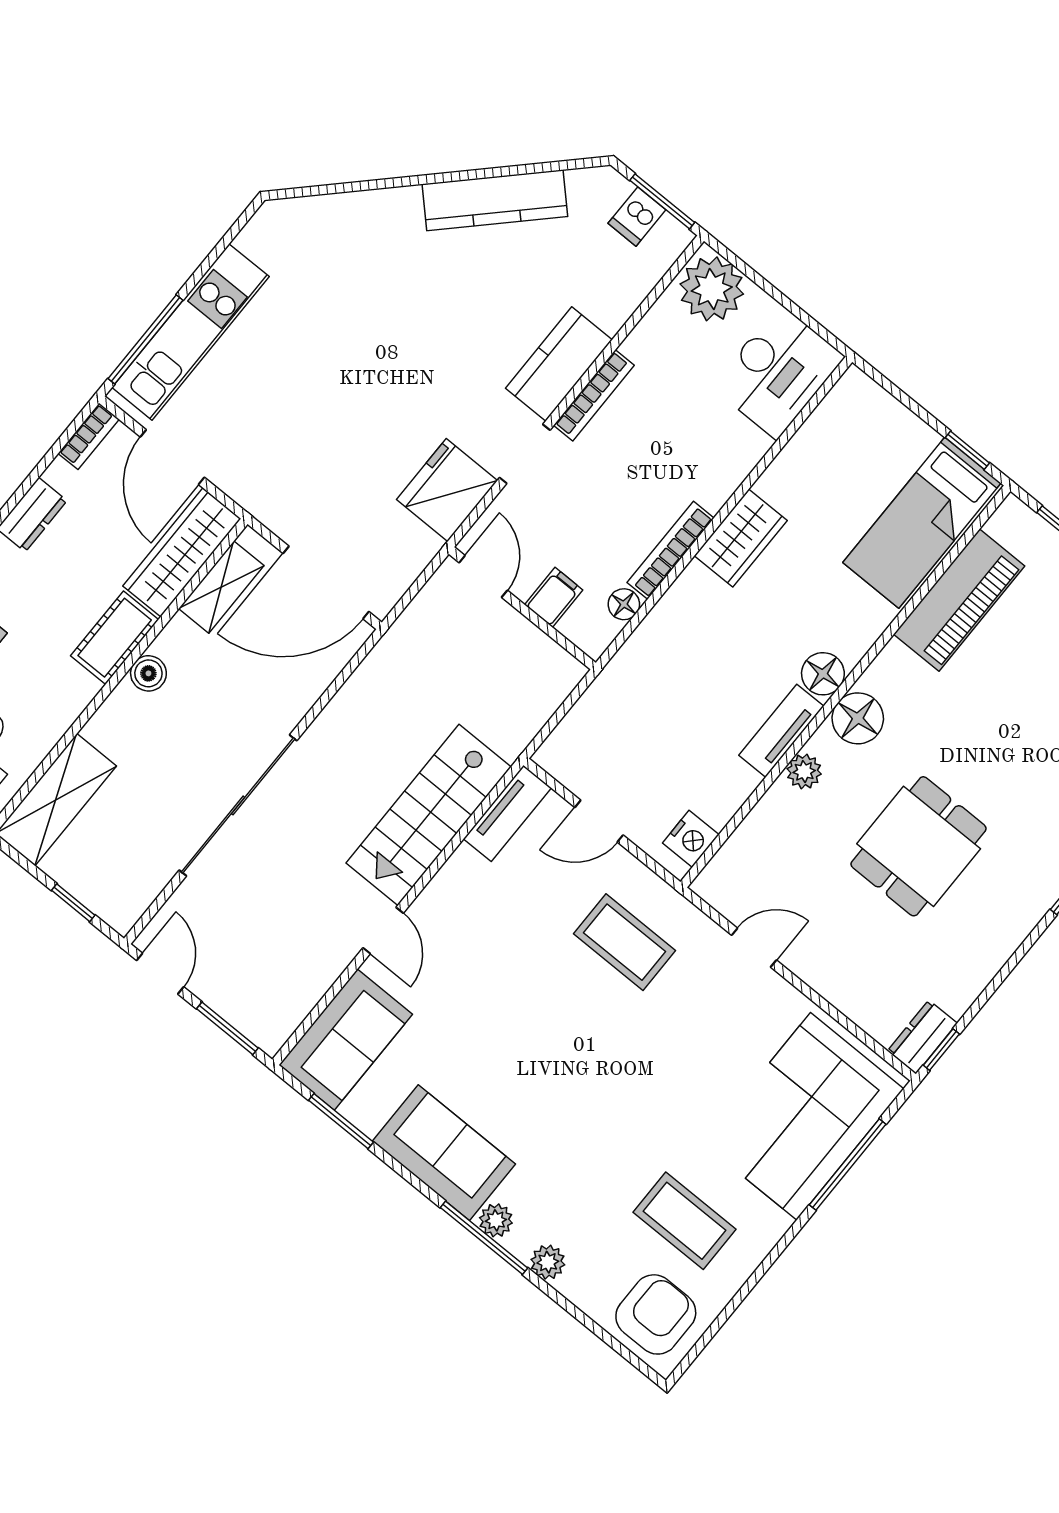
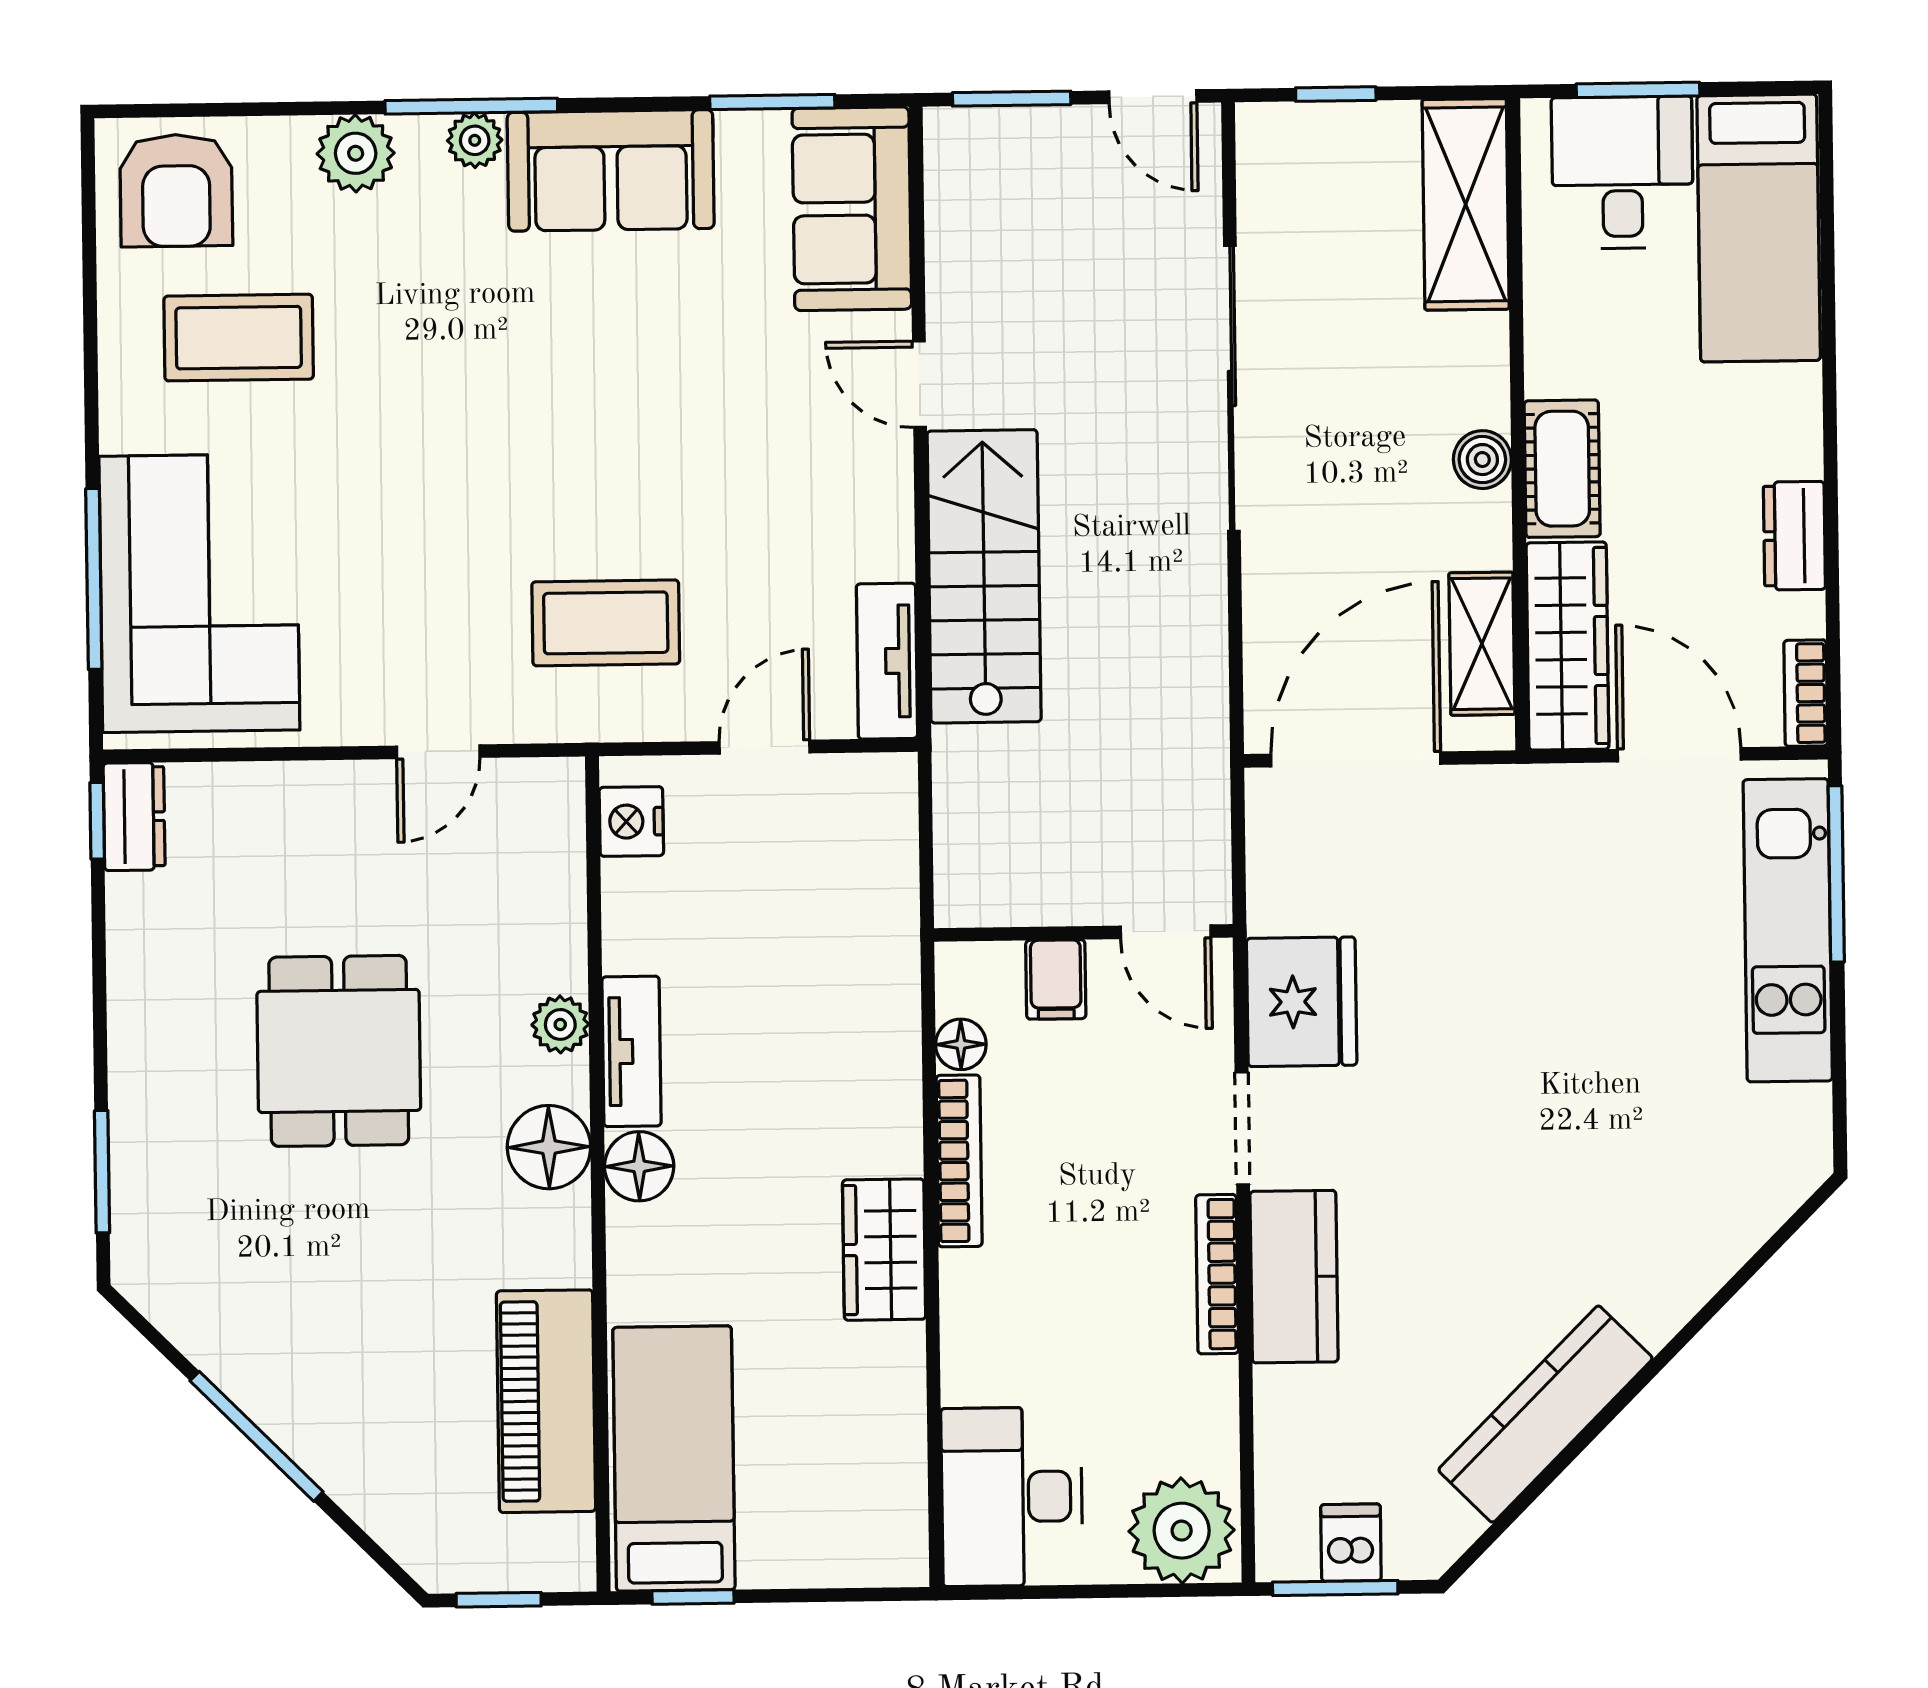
plant: (548, 1262) -> (356, 153), width x1.38, depth x1.38

